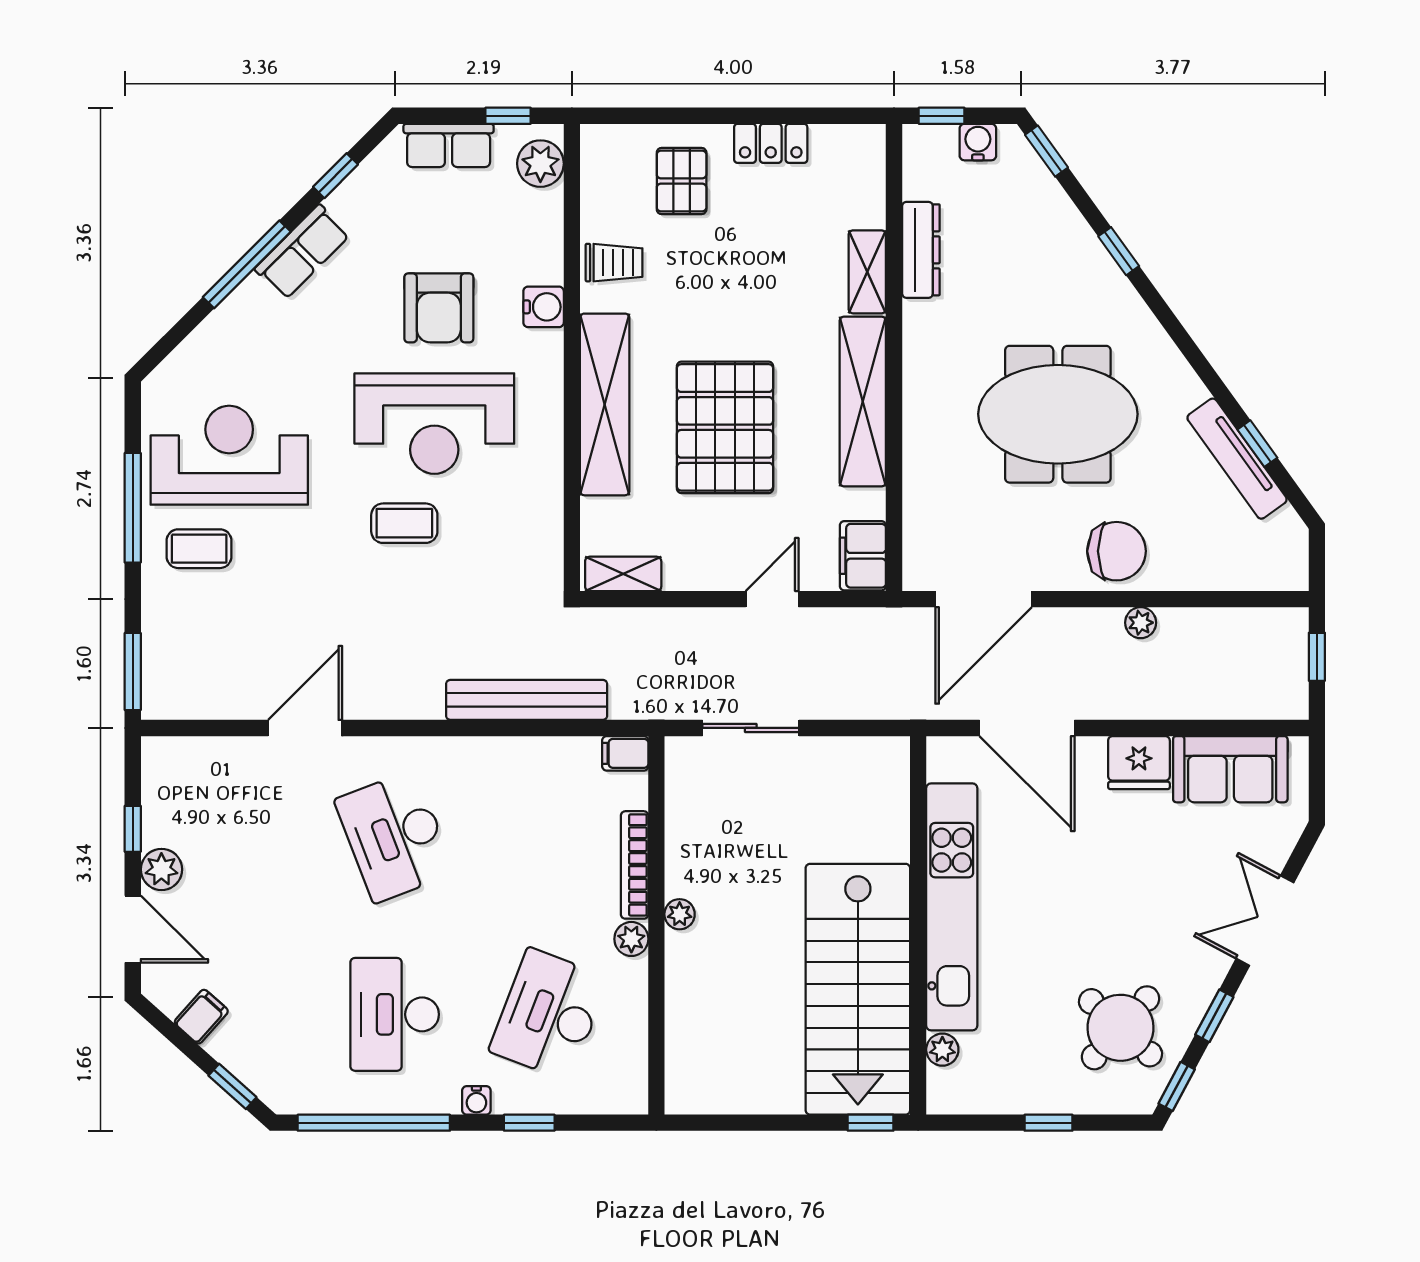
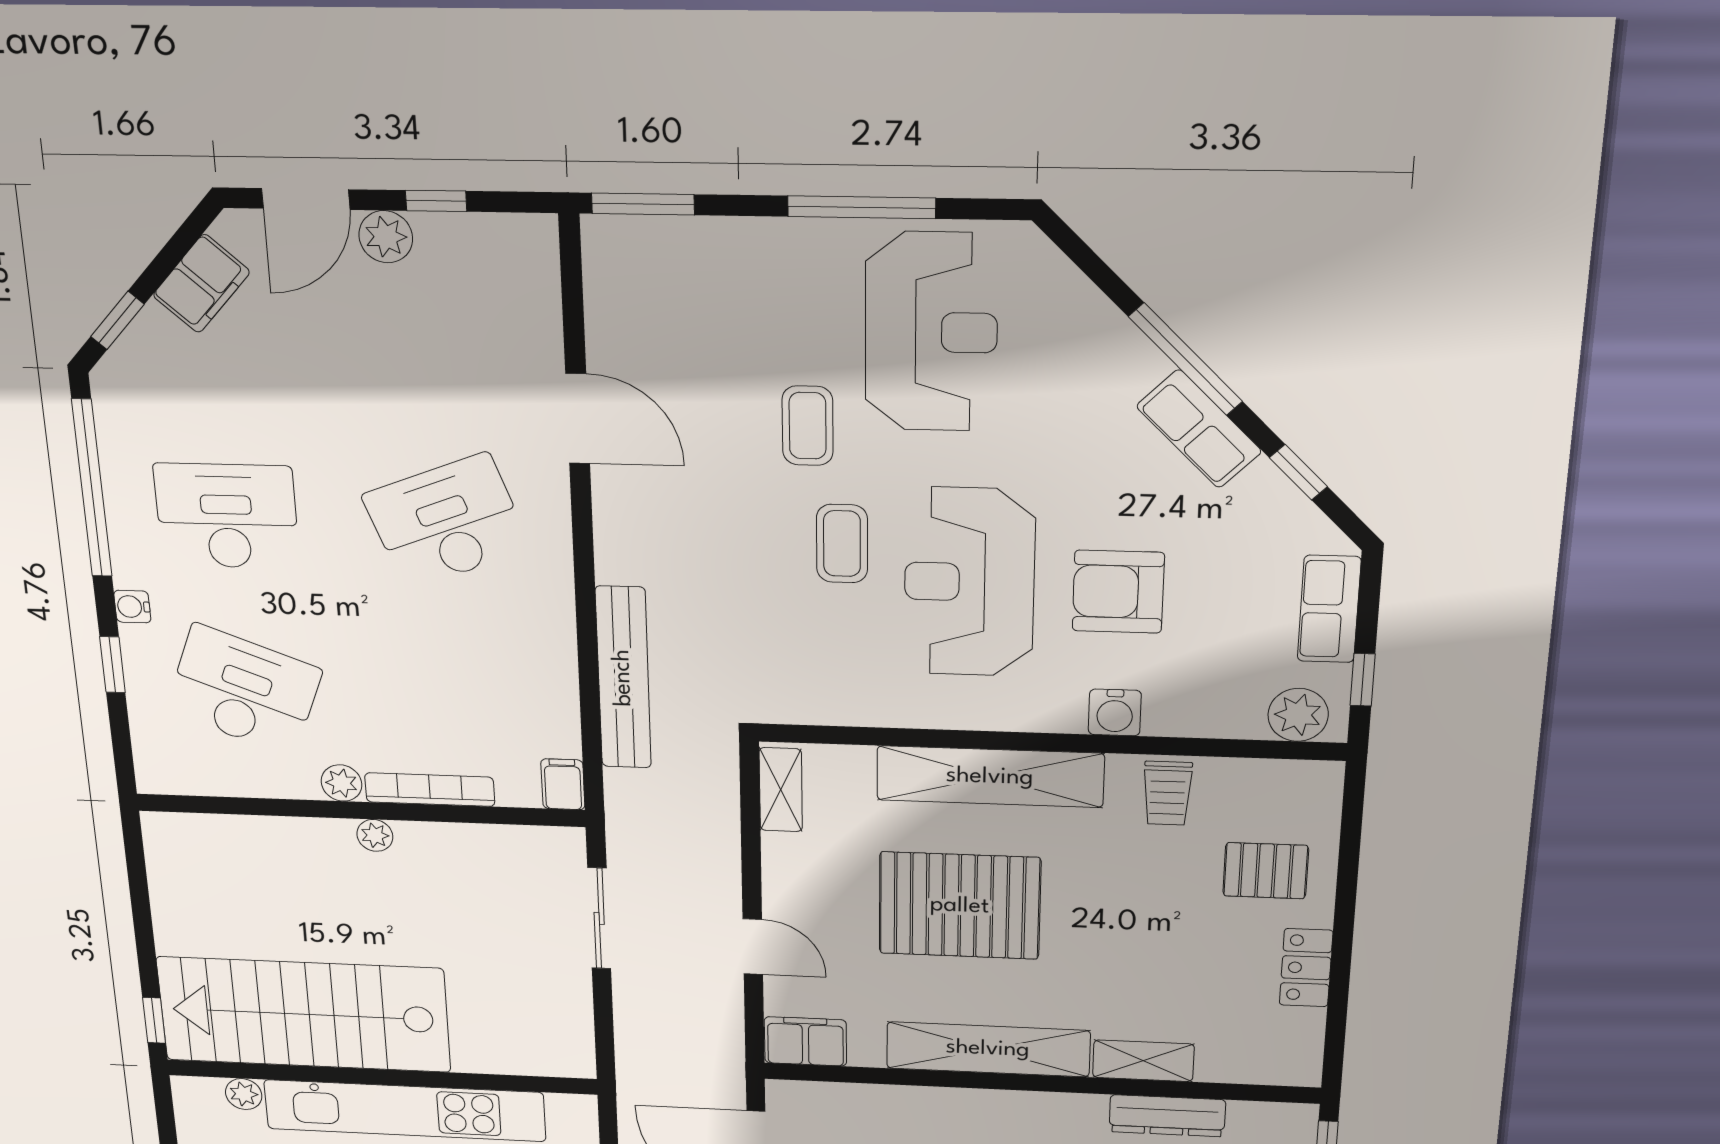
coffee table: (199, 549) -> (808, 426), moved
filing cabinet: (201, 1017) -> (201, 284), width x2.00

